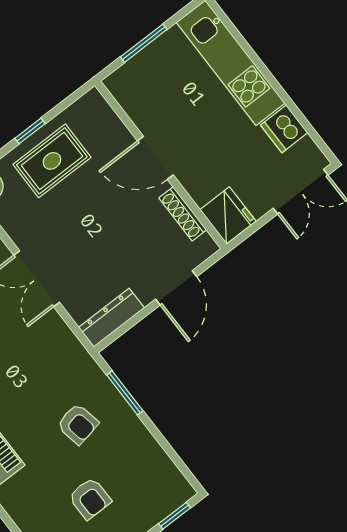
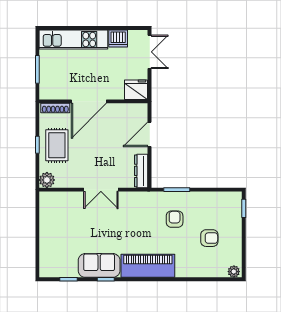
door: (155, 158) -> (89, 101), width x1.36
shoe rack: (183, 214) -> (55, 108), moved
door: (176, 288) -> (150, 134), swing flipped
armchair: (78, 424) -> (175, 219), turned -79

